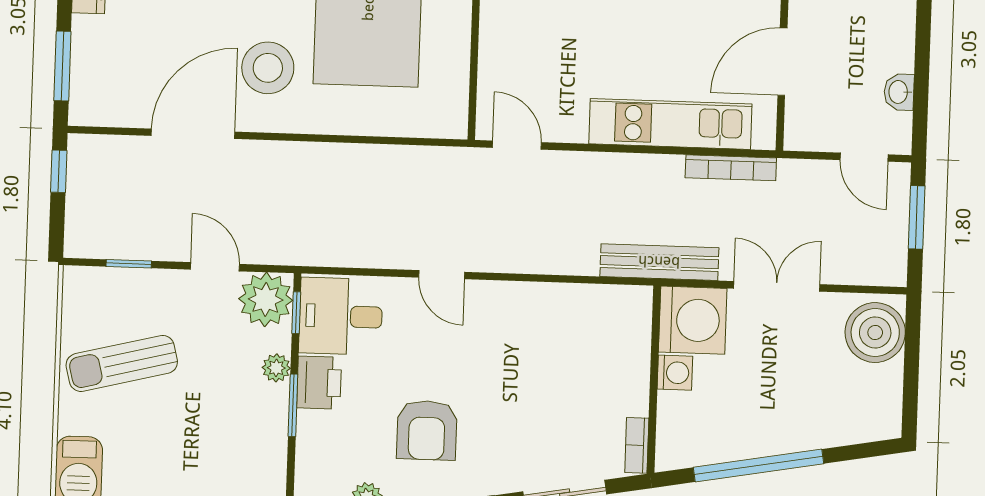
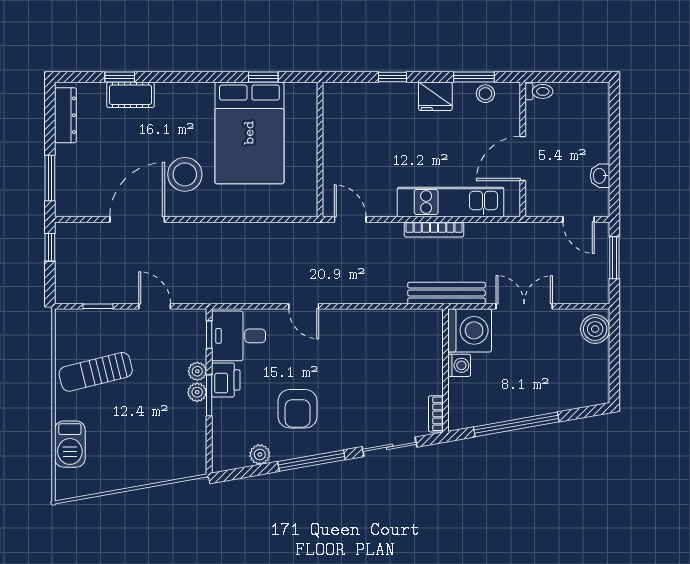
bookcase: (731, 168) -> (434, 229), moved
plant: (266, 300) -> (197, 392), moved, width x0.53, depth x0.53
boiler: (875, 333) -> (595, 329), width x0.73, depth x0.73

